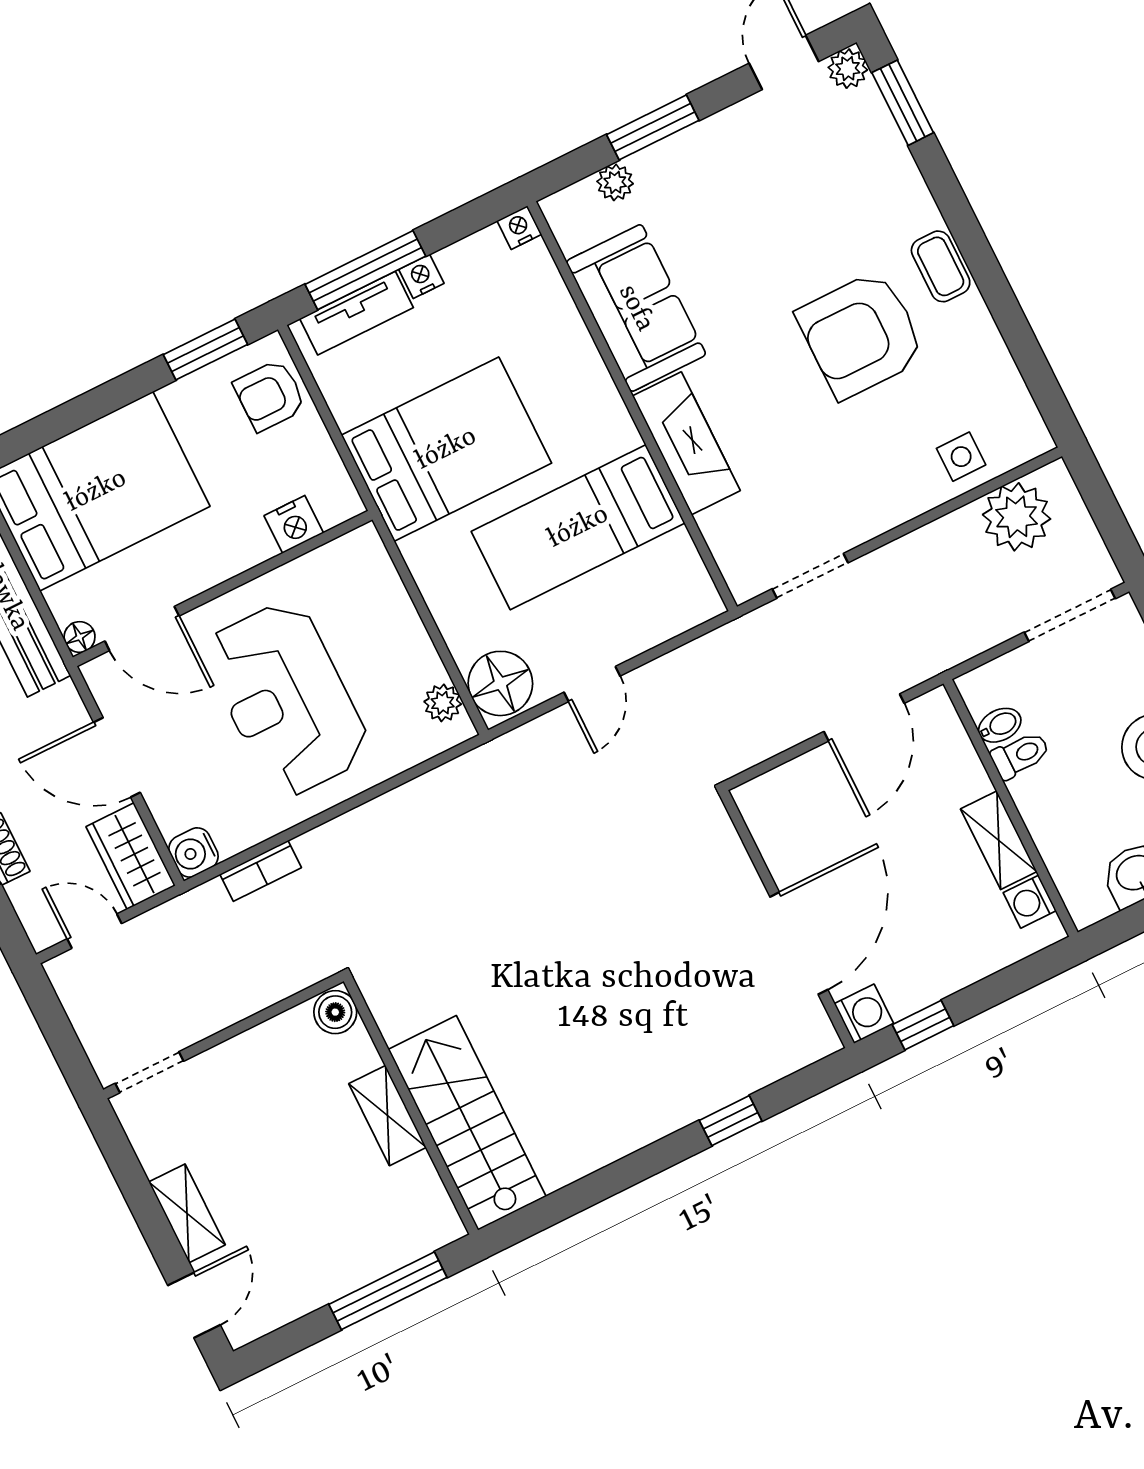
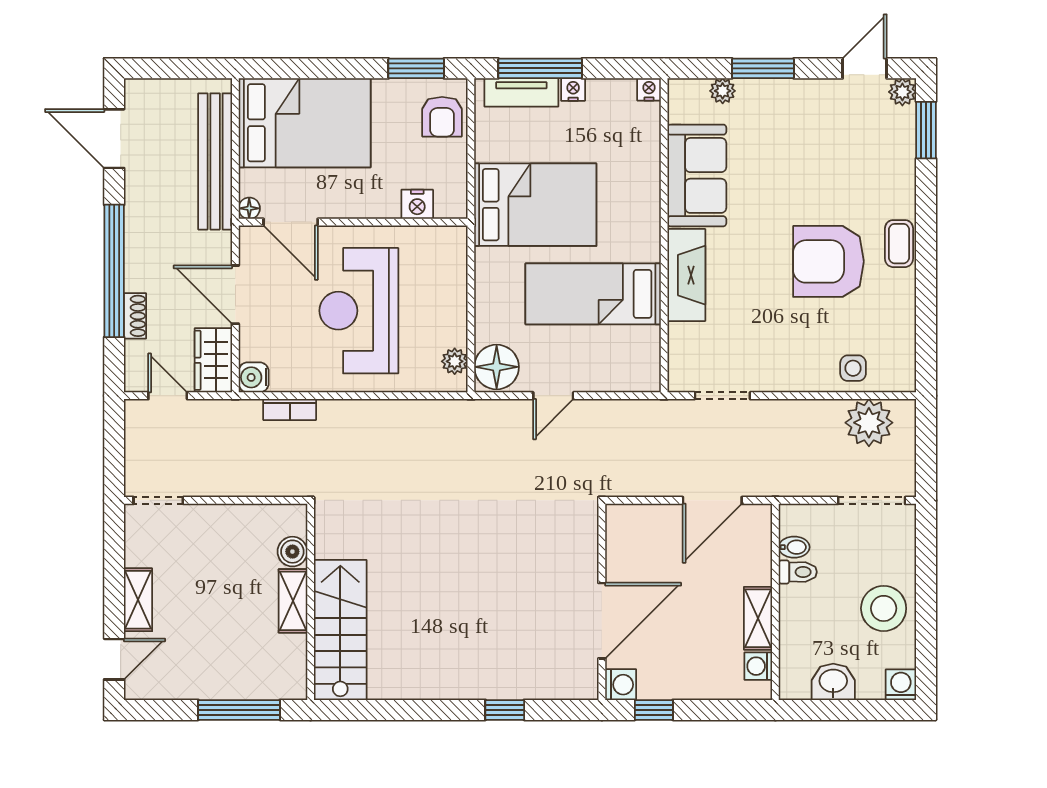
armchair: (270, 395) -> (442, 117), turned -90
boiler: (335, 1012) -> (292, 552), moved

